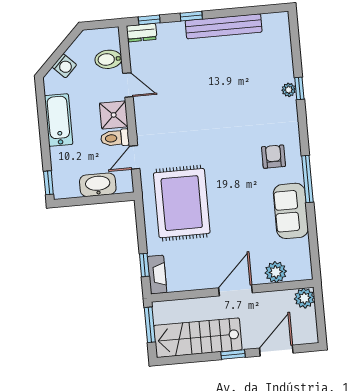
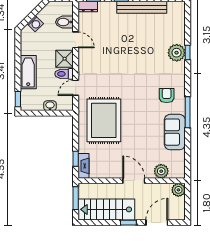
plant: (289, 90) -> (177, 53), width x1.87, depth x1.87
bathtub: (59, 120) -> (28, 72), moved
washbasin: (98, 185) -> (50, 106), width x0.52, depth x0.69
door: (235, 290) -> (134, 181), hinge flipped

